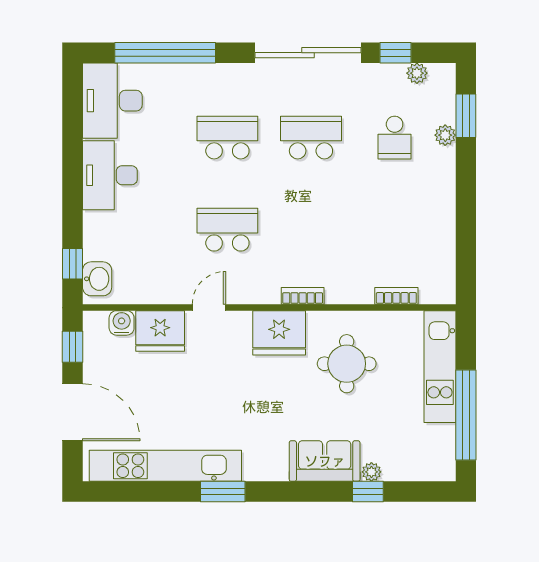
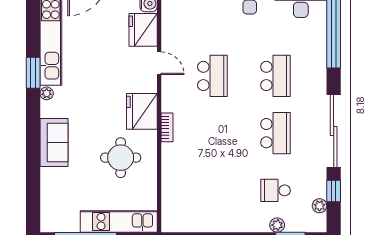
bookcase: (396, 296) -> (167, 192), removed
plant: (371, 472) -> (47, 93), moved
window: (368, 492) -> (33, 172), removed

